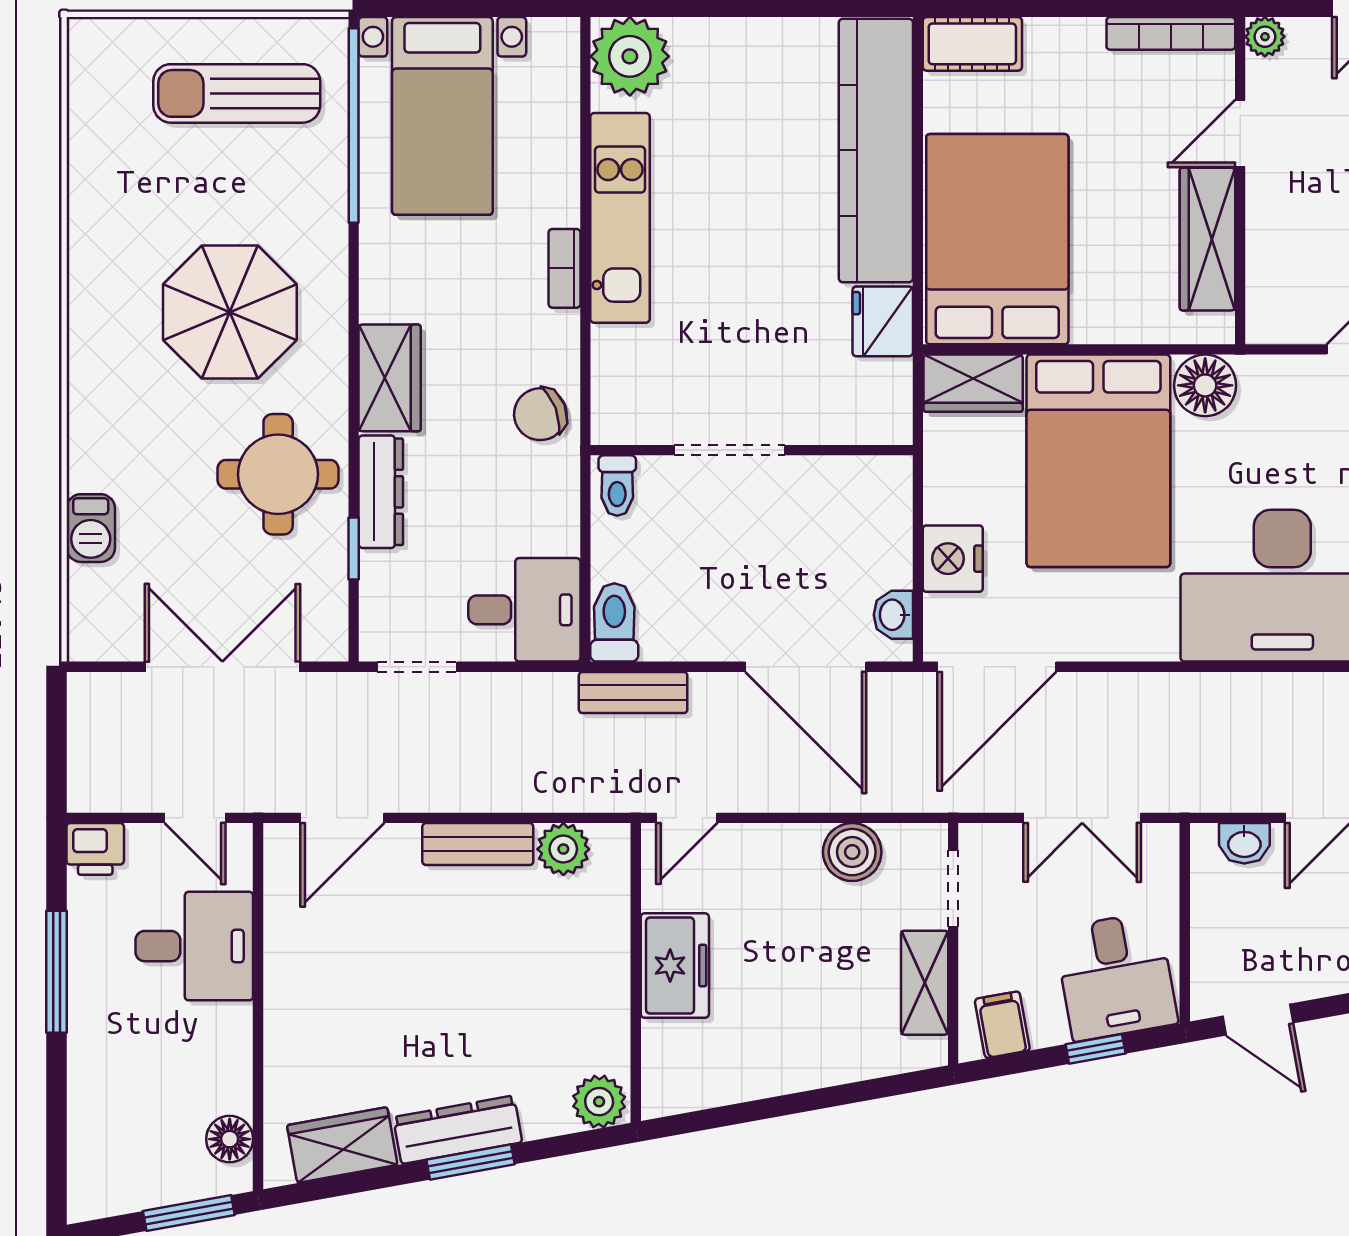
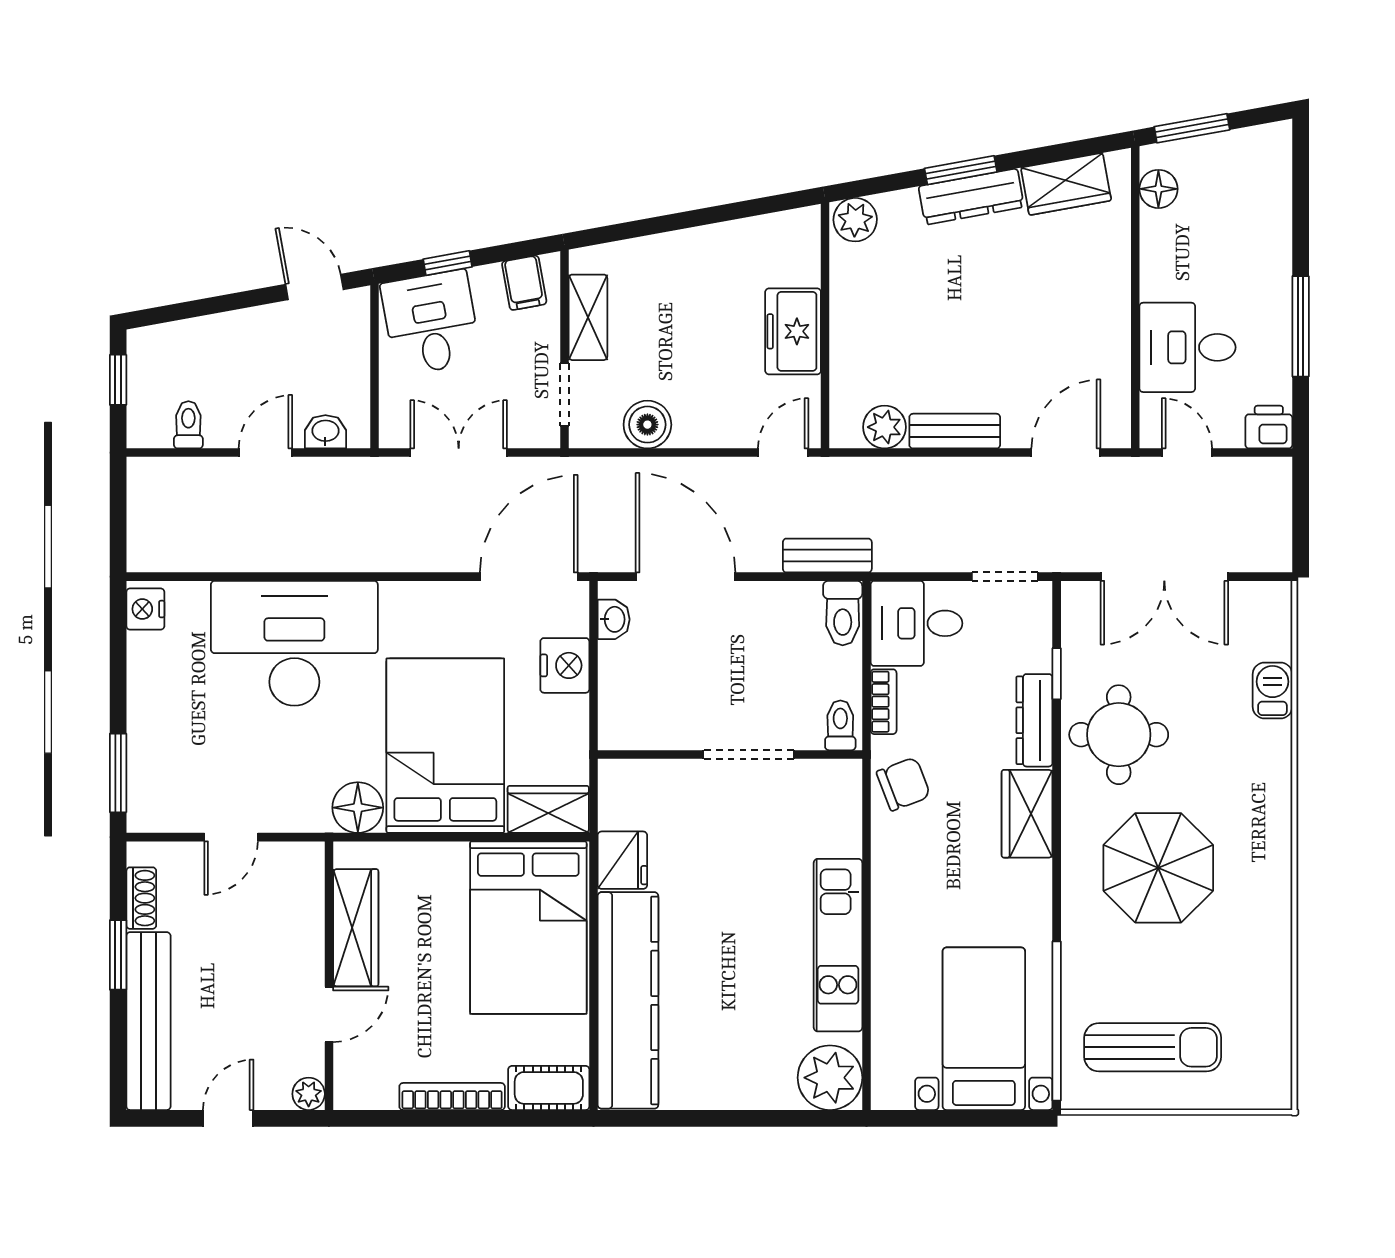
bookcase: (1171, 33) -> (452, 1096), moved
bookcase: (565, 268) -> (884, 702), moved

